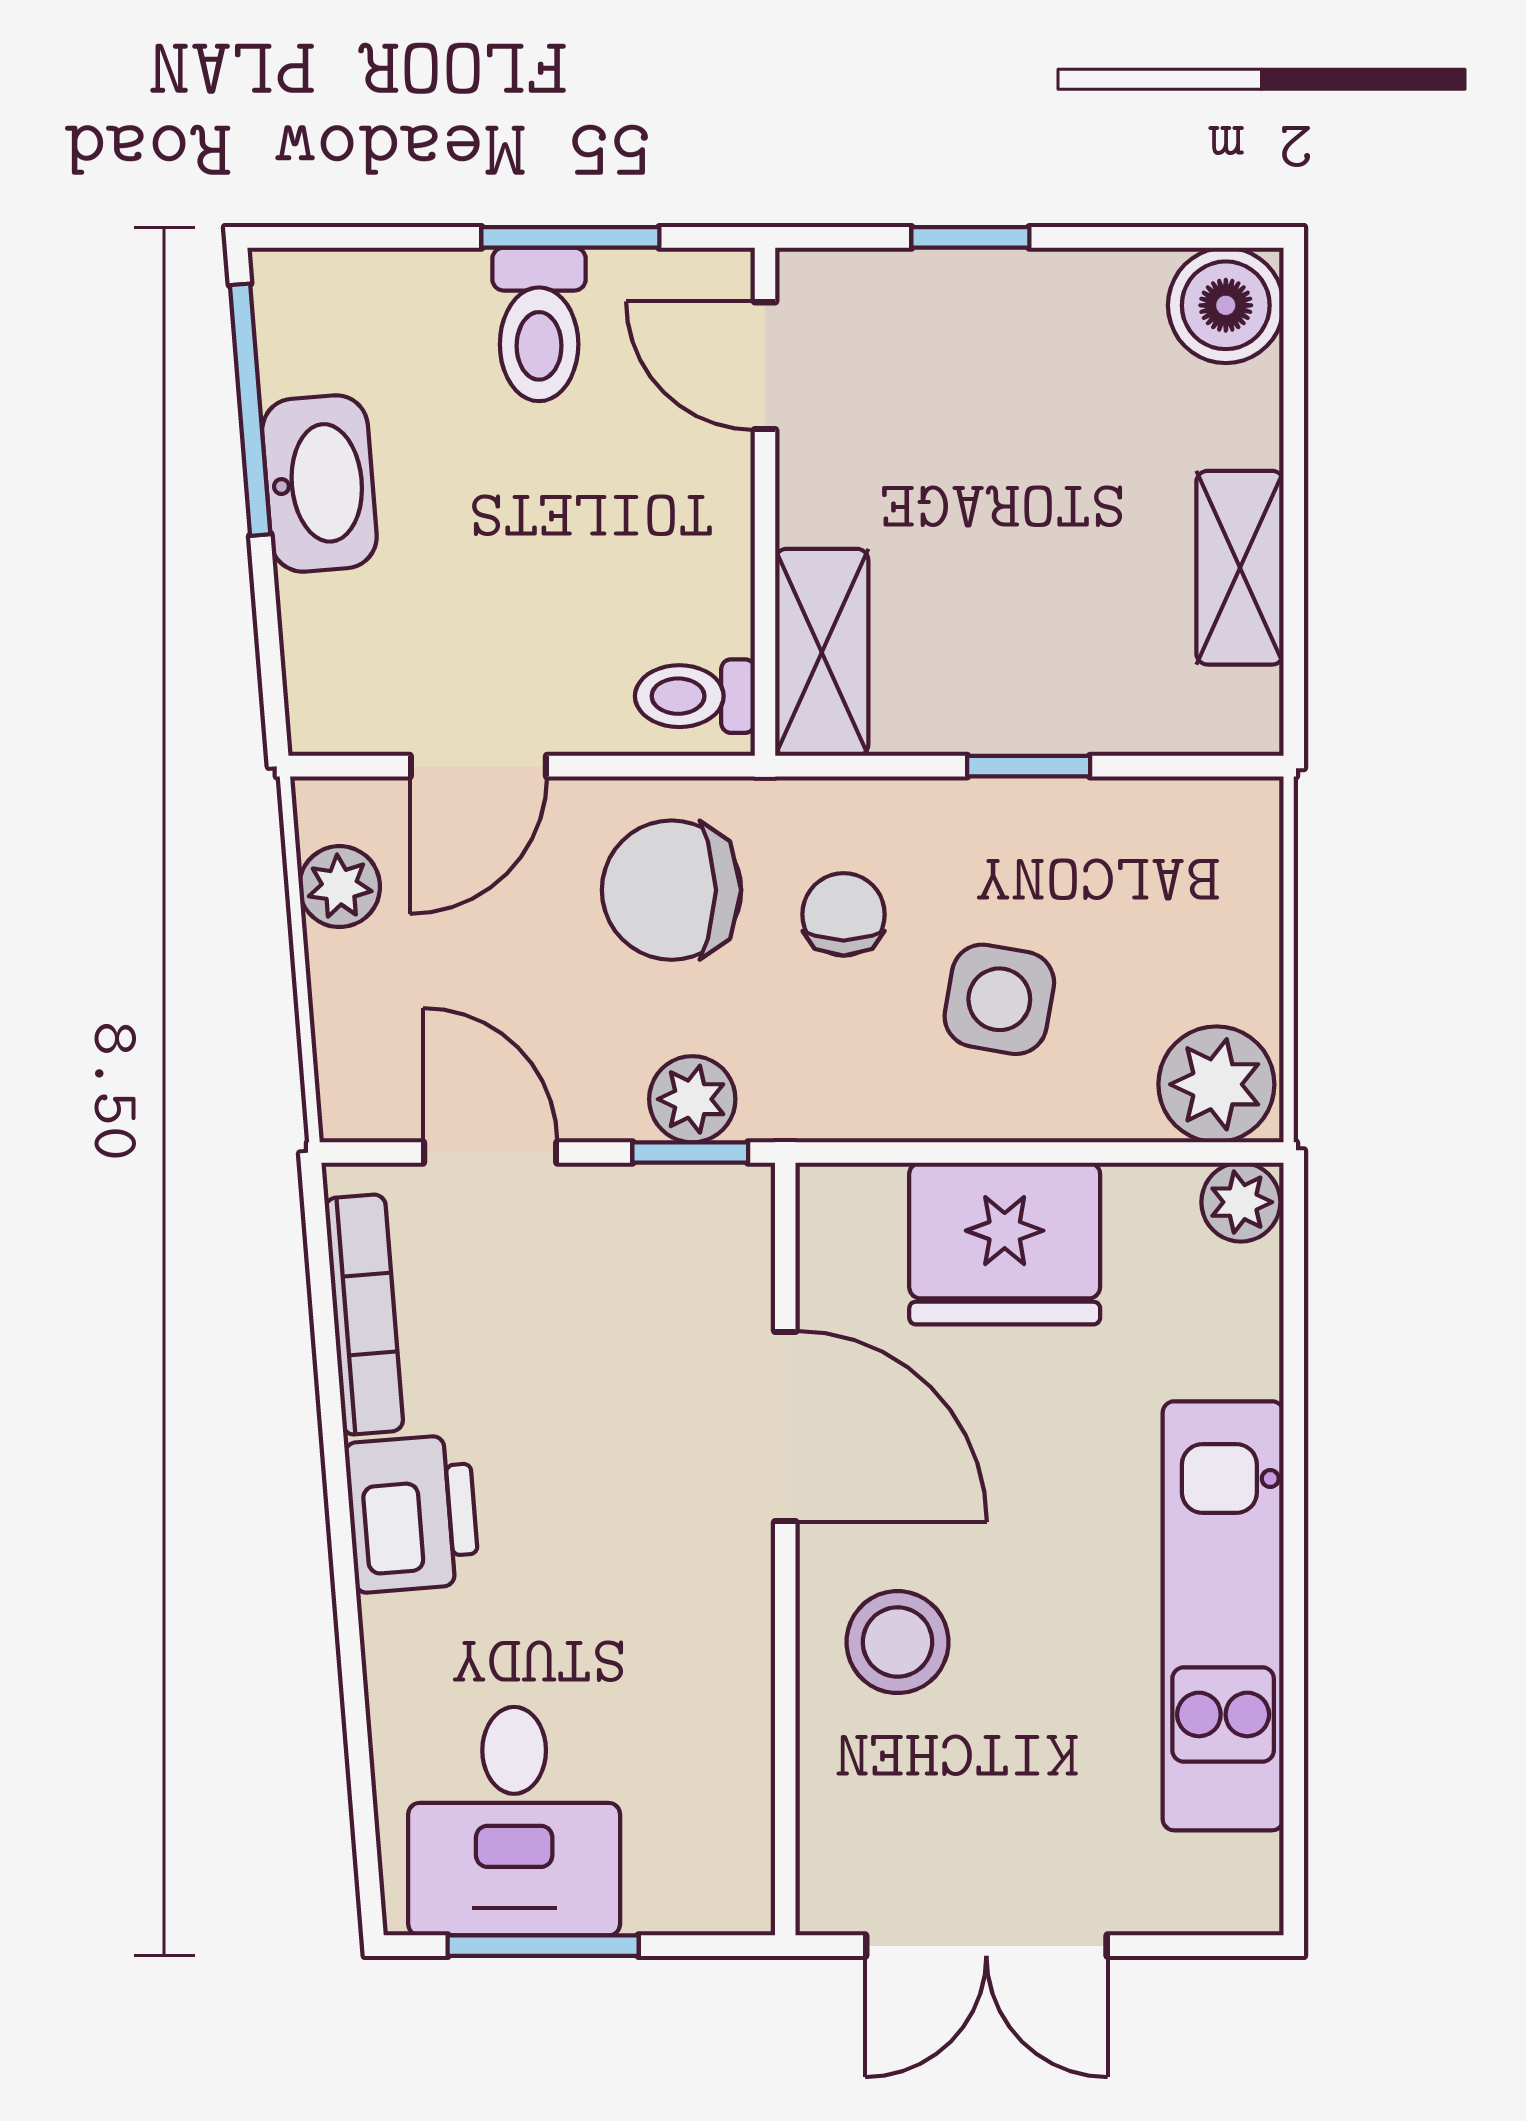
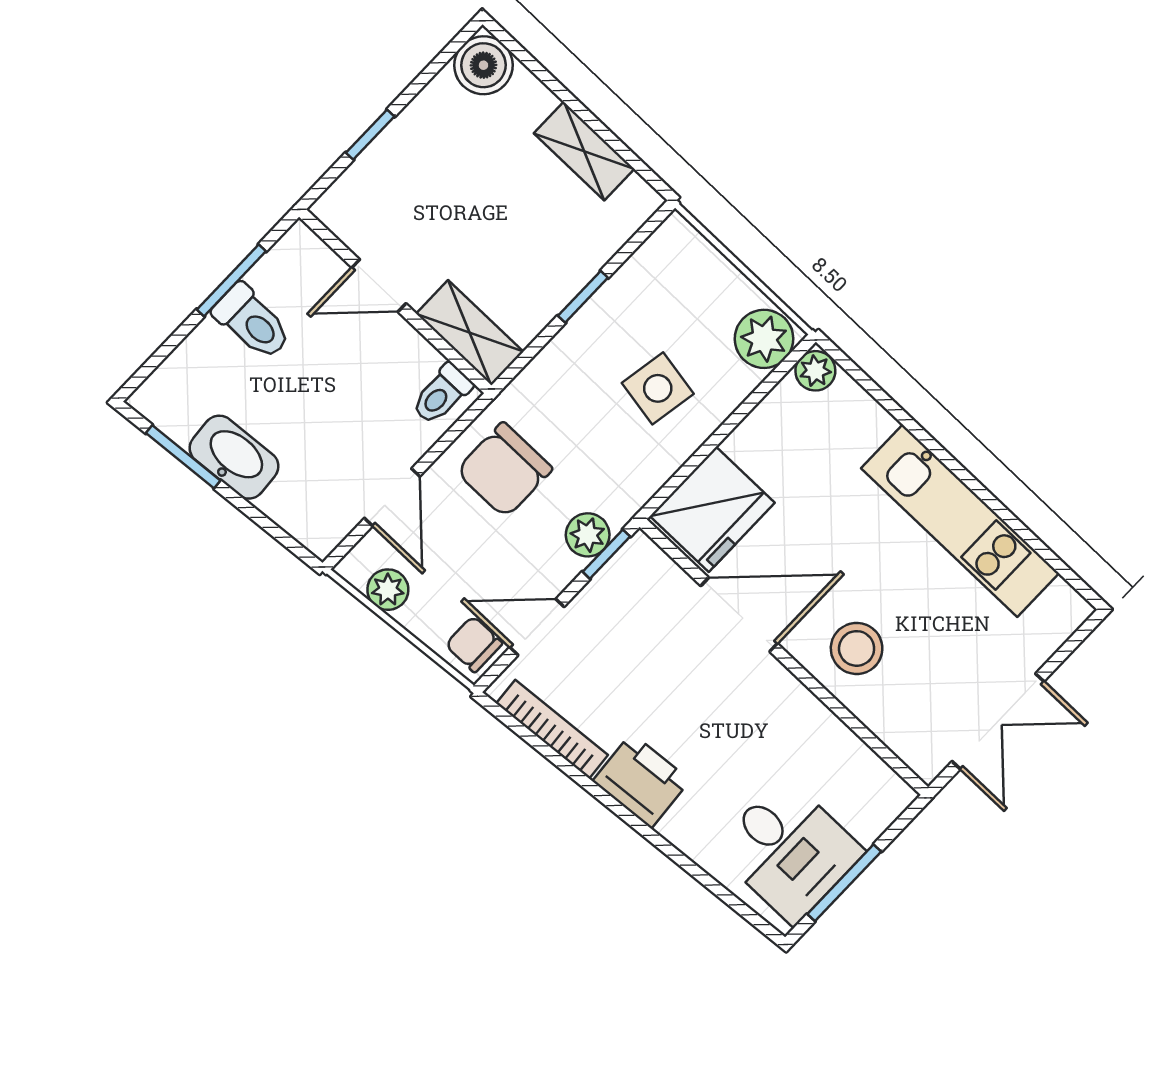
door: (765, 366) -> (379, 286), moved
window: (250, 410) -> (183, 457), width x0.69
chair: (844, 914) -> (474, 644), moved
fridge: (1005, 1243) -> (712, 509), moved

